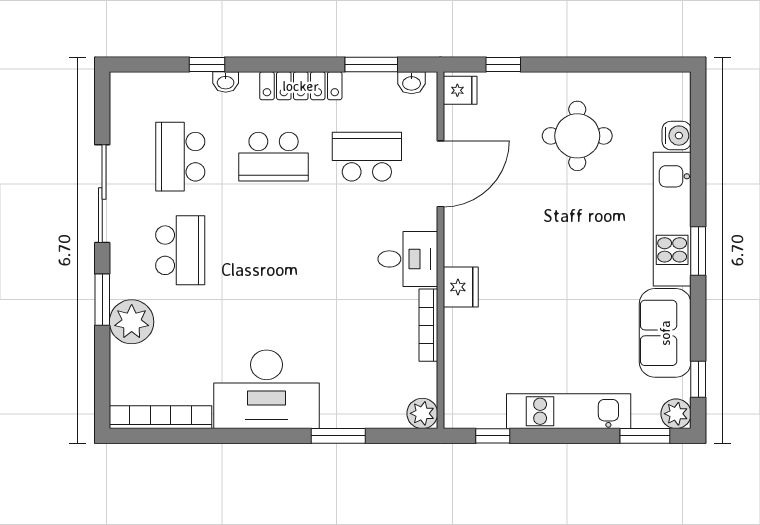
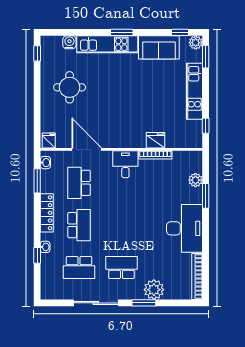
window: (503, 65) -> (37, 53), moved
fridge: (461, 287) -> (156, 140), moved
plant: (422, 413) -> (195, 180), moved

